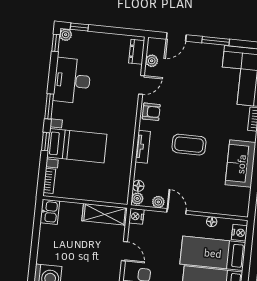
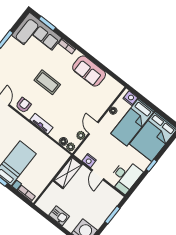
coffee table: (189, 145) -> (47, 82), moved, turned 90
door: (176, 211) -> (93, 128), hinge flipped
kitchen sink: (50, 212) -> (59, 216), moved
nightstand: (136, 216) -> (89, 161), moved
door: (124, 251) -> (98, 175), swing flipped

